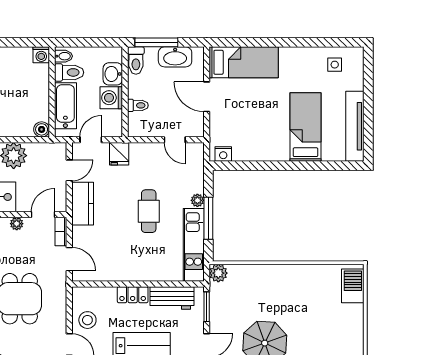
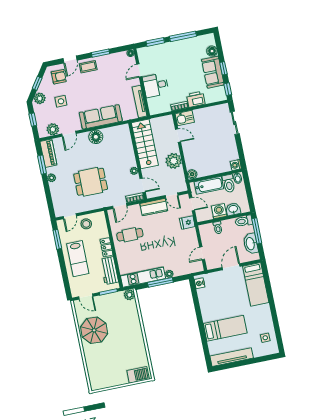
cafe table: (149, 211) -> (130, 235), moved

